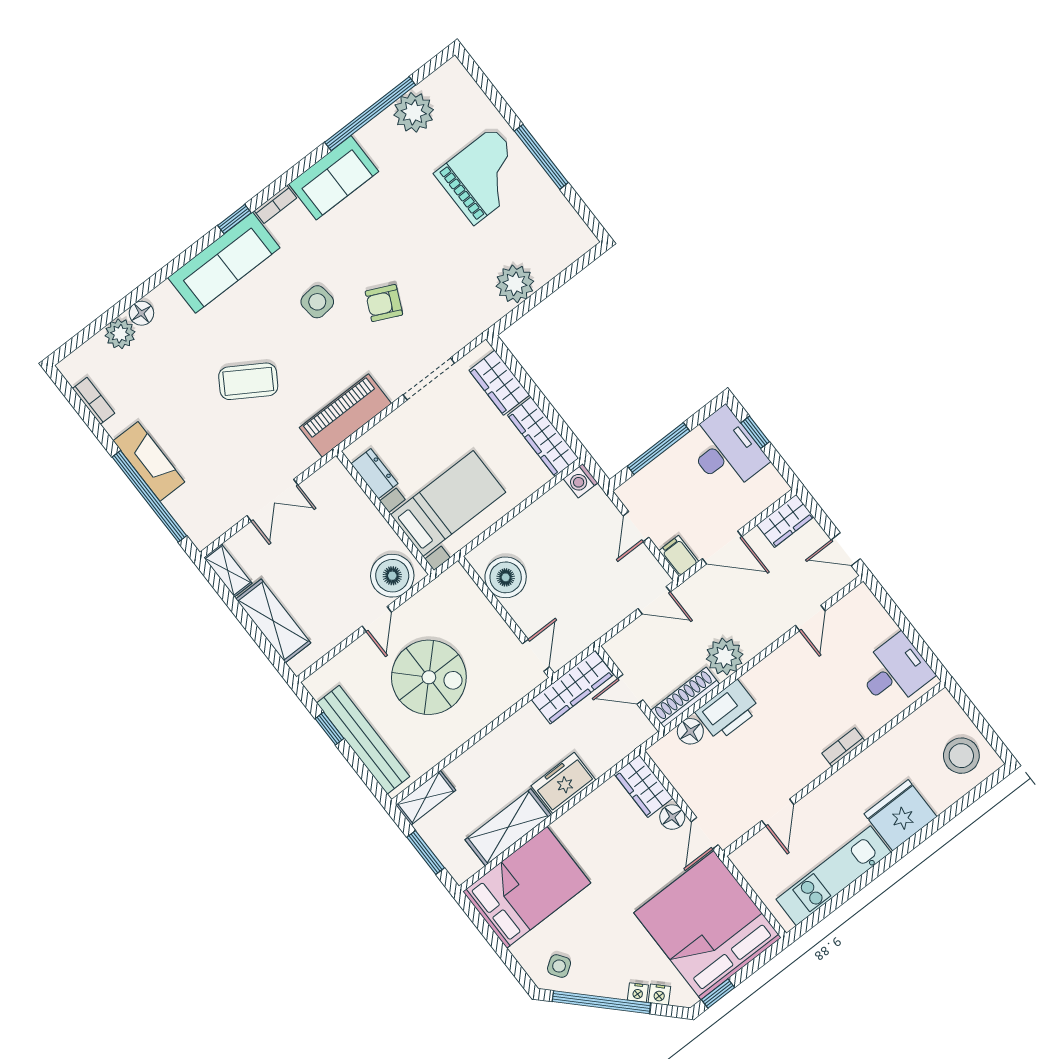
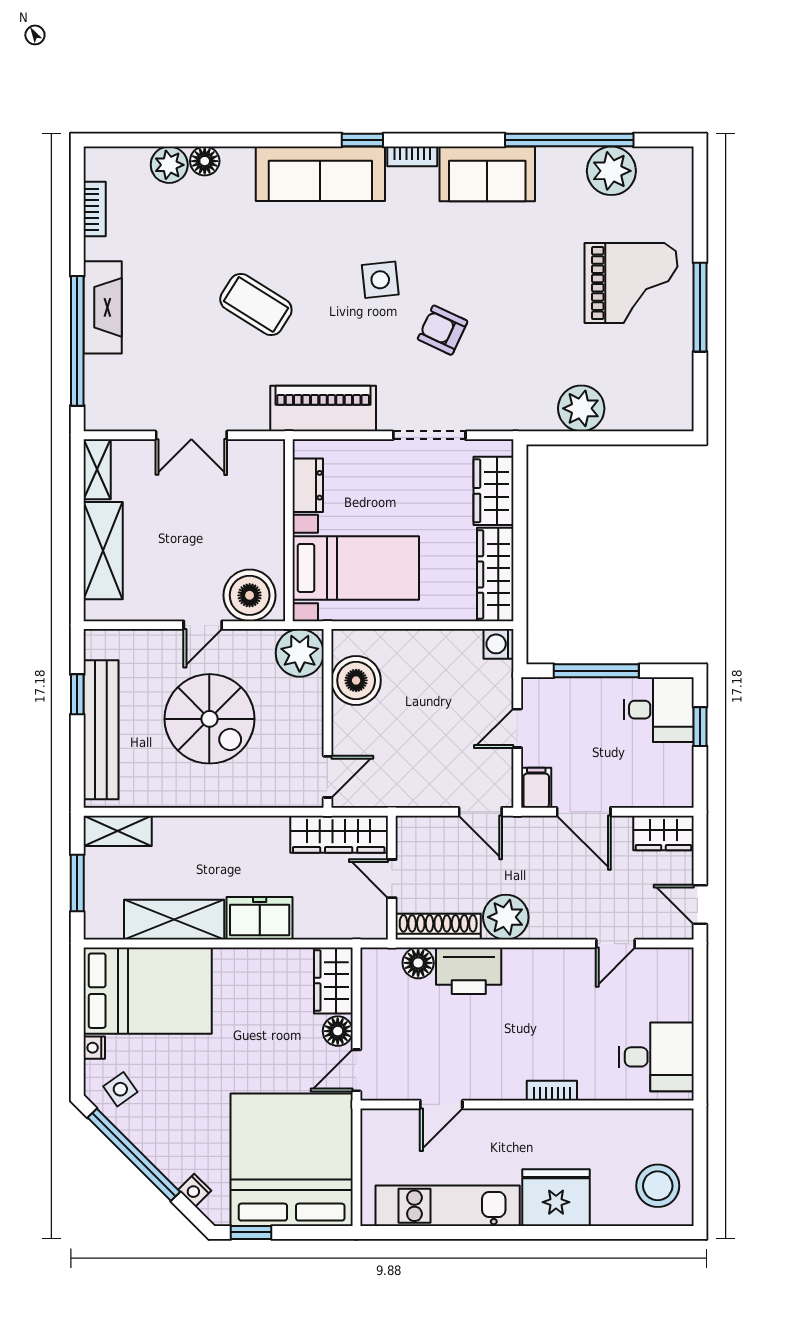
desk: (725, 450) -> (659, 710), width x0.73
plant: (455, 588) -> (300, 653), added
nightstand: (638, 993) -> (94, 1048), moved, turned 45

